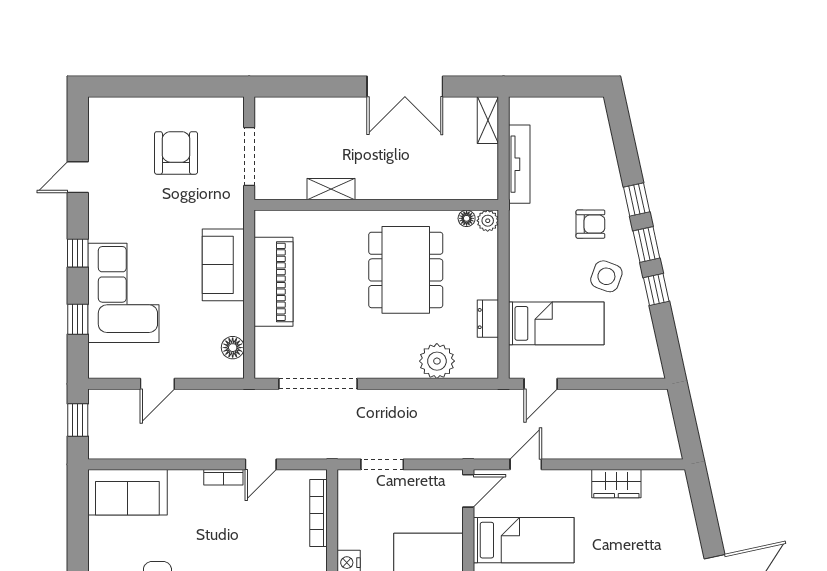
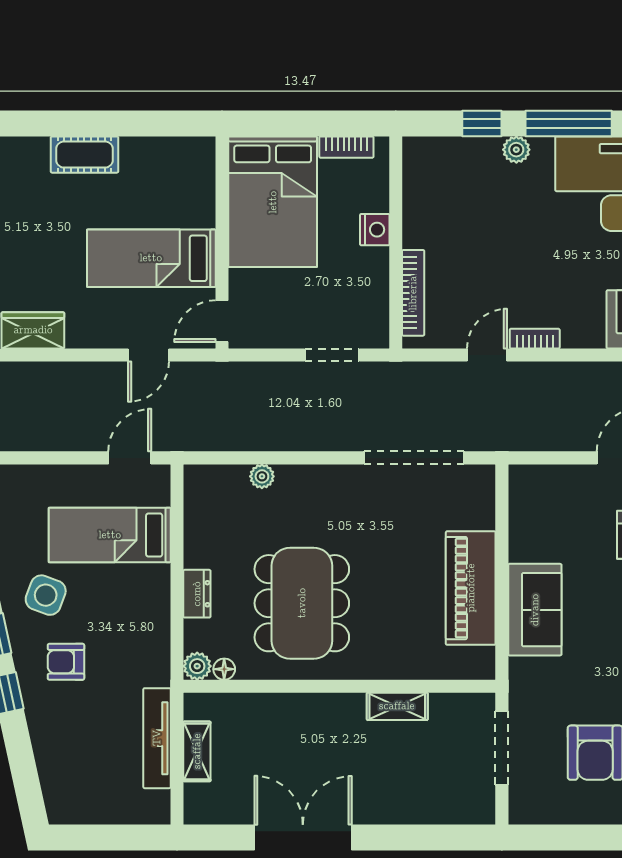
shelving: (488, 120) -> (197, 751), moved
dresser: (488, 319) -> (197, 594), moved
floor lamp: (233, 348) -> (523, 504), removed
plant: (437, 361) -> (262, 476), width x0.53, depth x0.53

